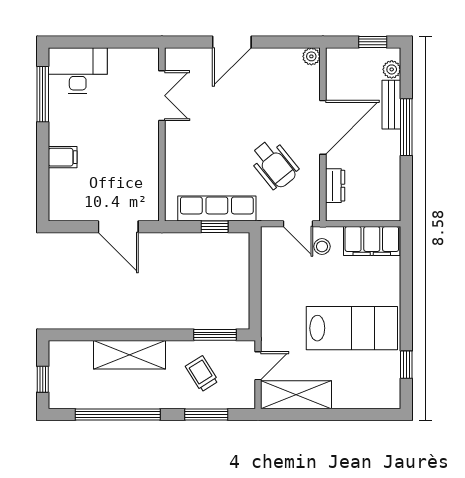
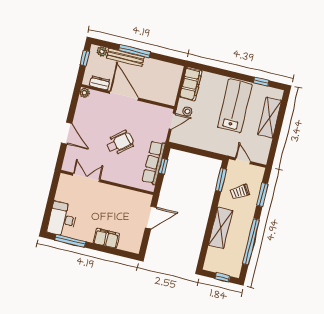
bench: (391, 105) -> (125, 57), width x1.36
filing cabinet: (63, 157) -> (106, 238), width x2.00
wheelchair: (274, 164) -> (120, 143), moved
dresser: (335, 186) -> (100, 83), moved
shelving: (296, 395) -> (270, 118), moved

